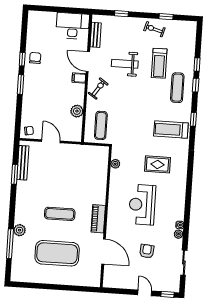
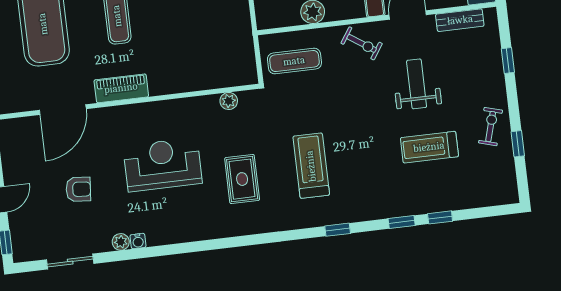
exercise mat: (177, 88) -> (391, 189), removed
treadmill: (171, 130) -> (311, 166), moved

